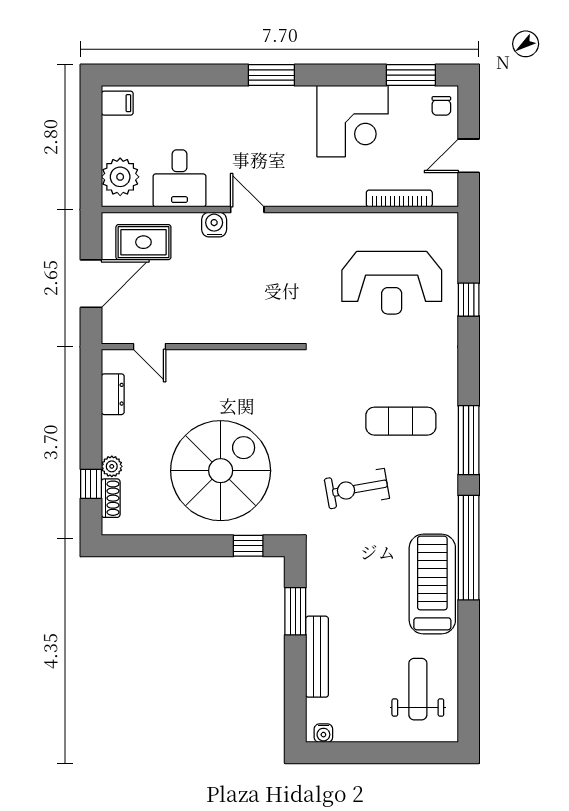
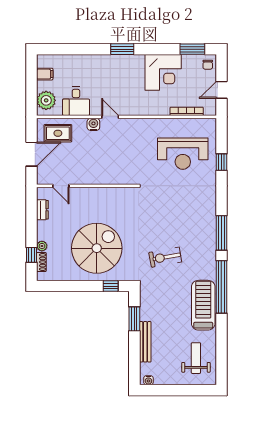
filing cabinet: (117, 103) -> (45, 74), moved
exercise mat: (401, 421) -> (187, 223), removed

